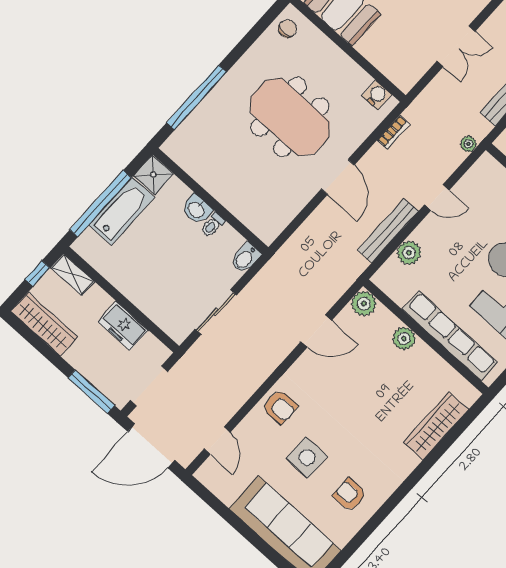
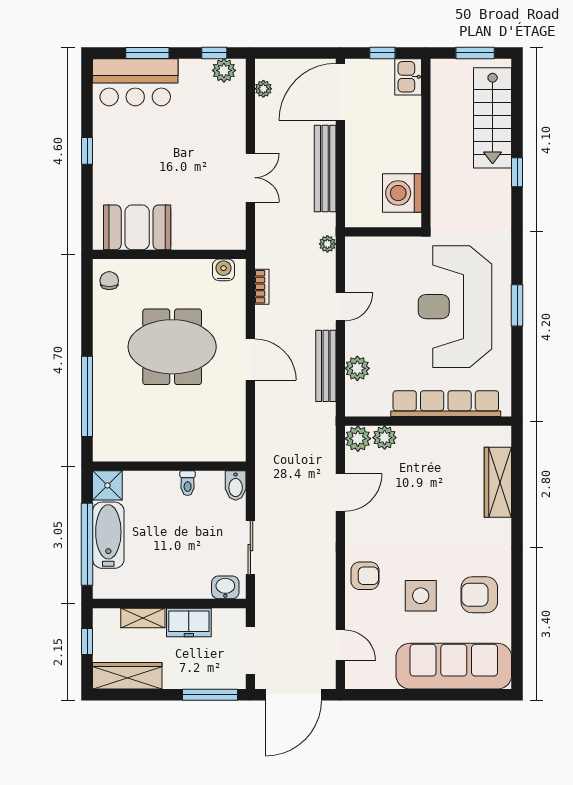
washbasin: (197, 209) -> (225, 587), moved, turned 180
shelving: (73, 274) -> (143, 618), moved
plant: (404, 339) -> (385, 438), moved
armchair: (350, 495) -> (479, 595), width x1.38, depth x1.38

